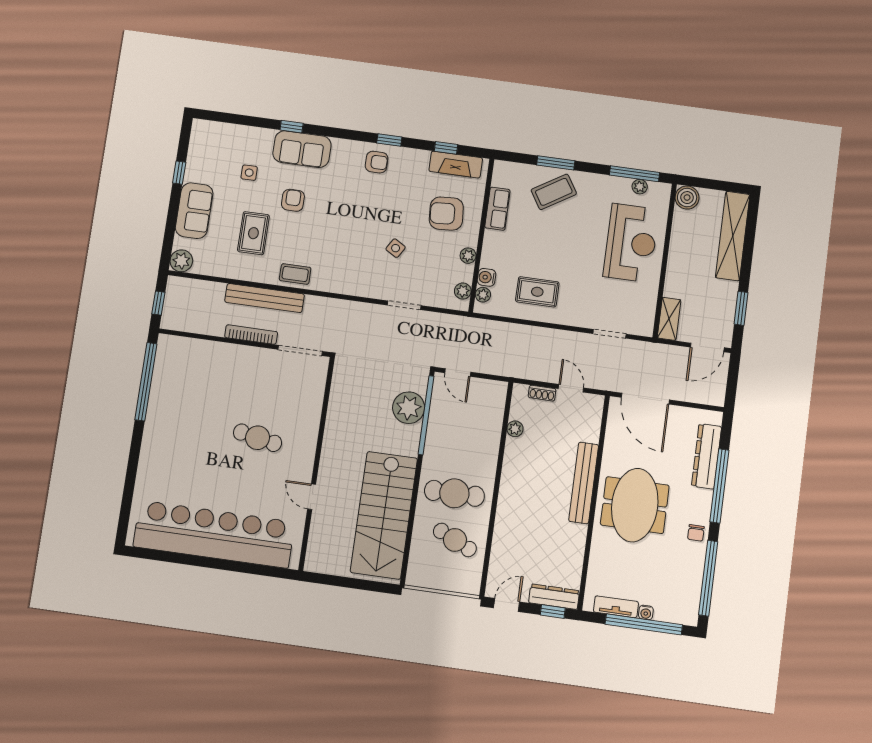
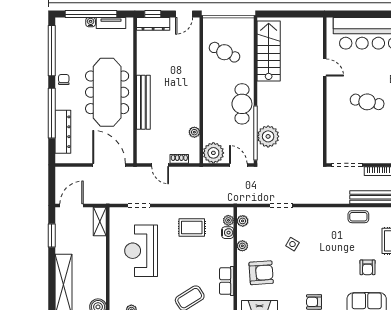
reception desk: (631, 243) -> (141, 251), moved
plant: (491, 395) -> (213, 153), added
cafe table: (454, 493) -> (242, 104), moved, turned 90
meeting table: (635, 505) -> (107, 92), width x1.36
stairs: (384, 515) -> (269, 51), width x0.73, depth x0.66

